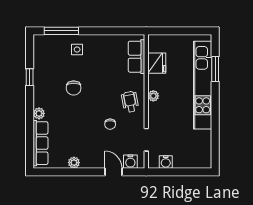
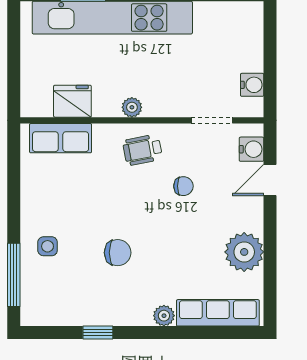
plant: (74, 163) -> (244, 252), width x1.87, depth x1.87

